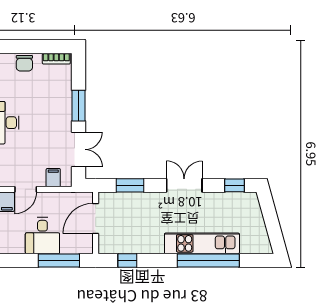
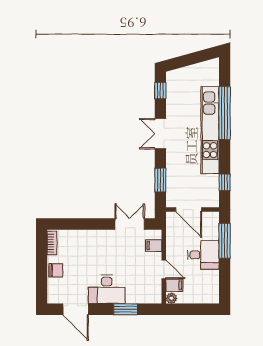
window: (78, 106) -> (92, 224), removed
kitchen unit: (202, 243) -> (210, 130), width x1.36

